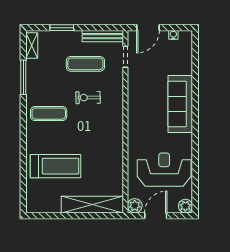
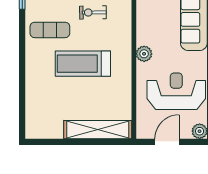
treadmill: (56, 166) -> (83, 64), moved, turned 180
plant: (135, 206) -> (144, 54), moved

